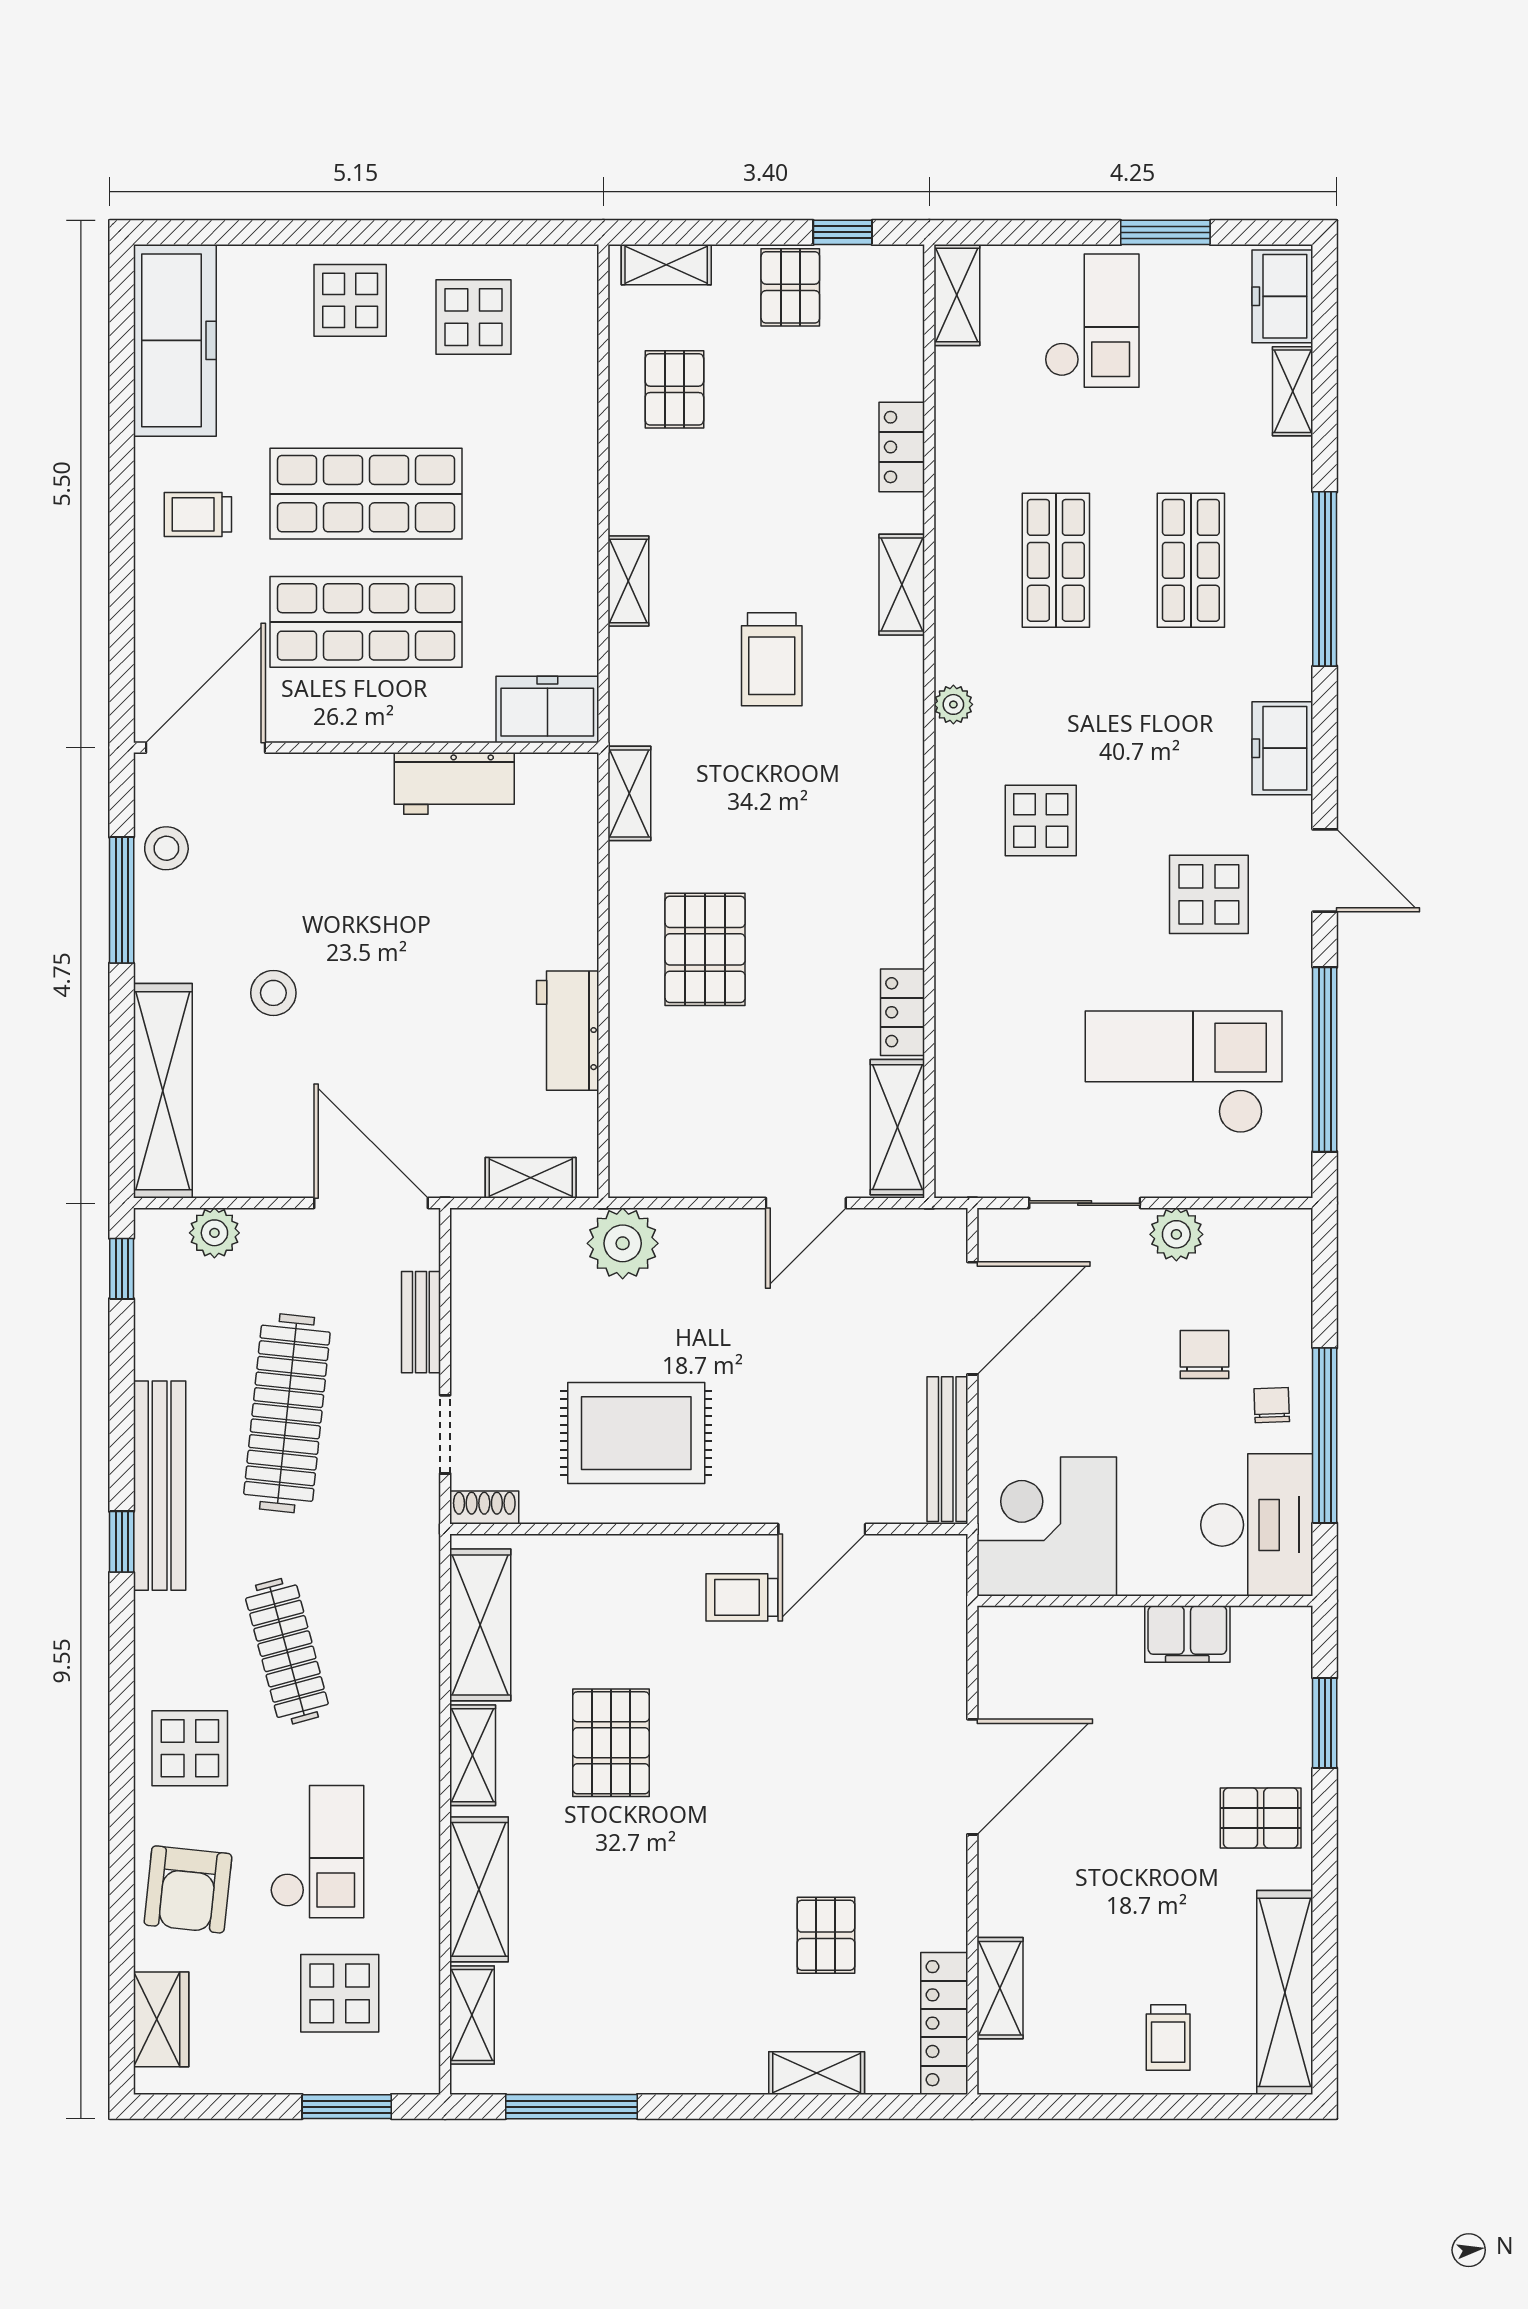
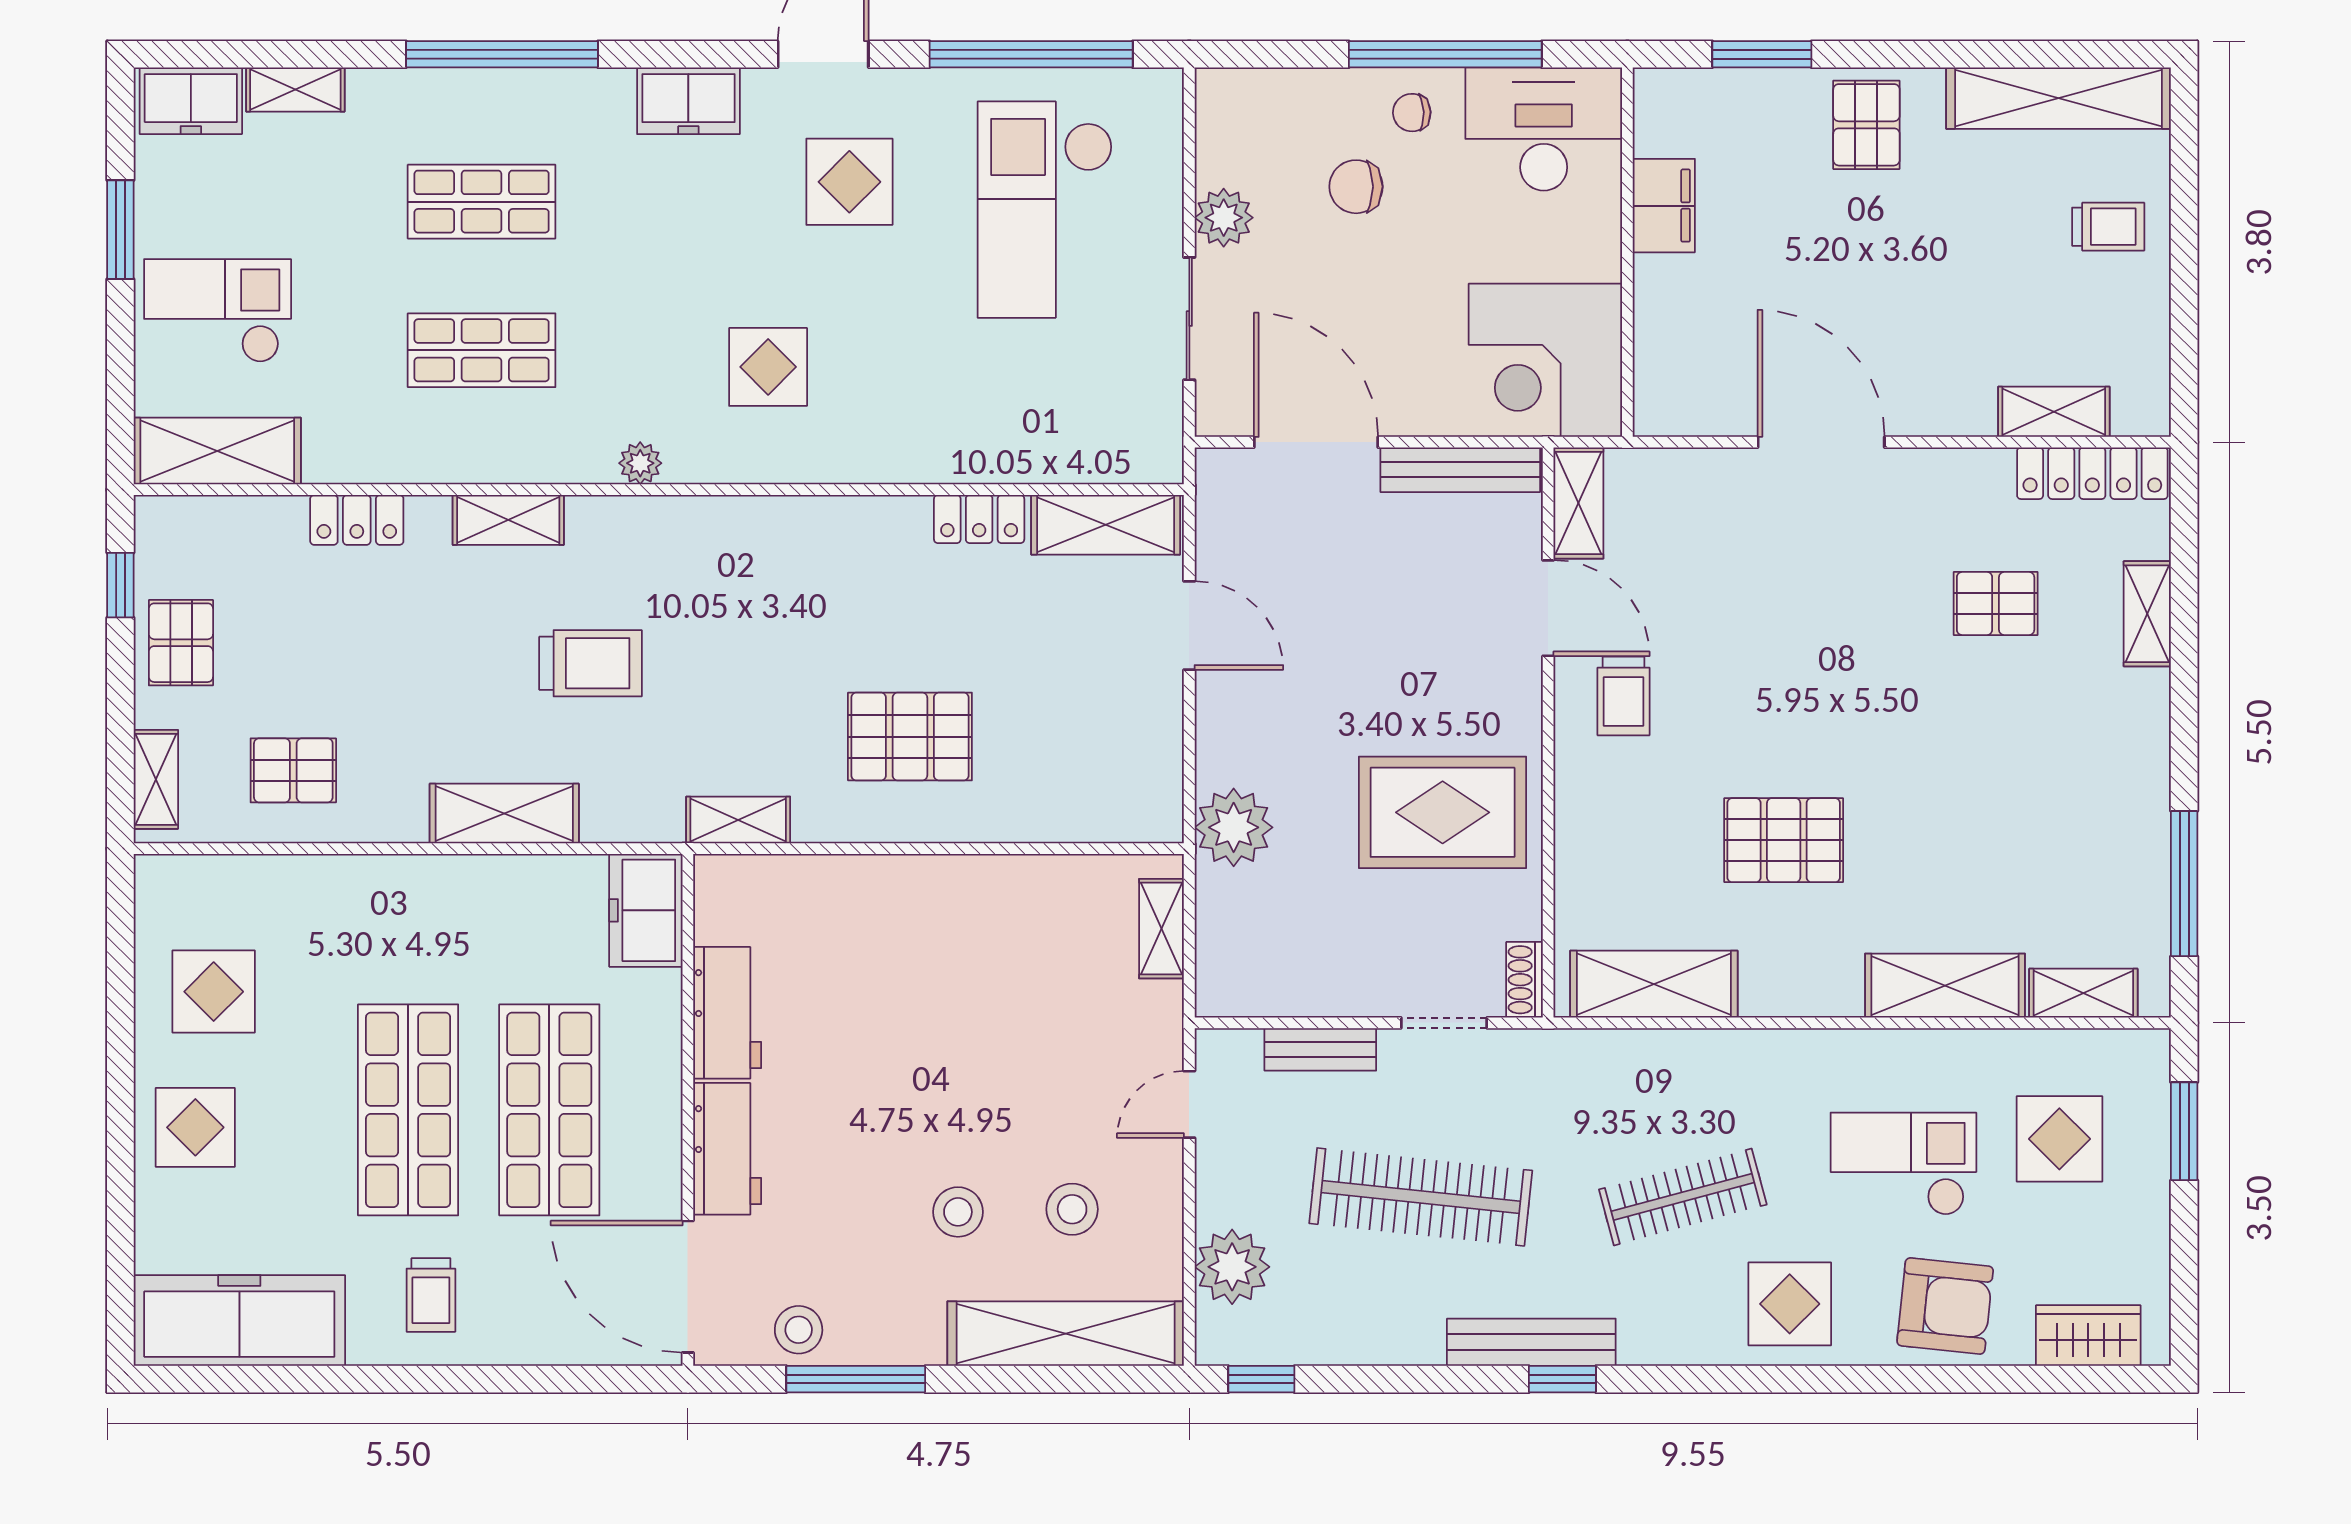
pallet: (790, 287) -> (181, 643), turned 90
shelving: (957, 295) -> (217, 451), width x1.50, depth x1.33
shelving: (628, 581) -> (504, 814), width x1.50, depth x1.33
workbench: (568, 1031) -> (727, 1149), moved, turned -90
stool: (276, 1097) -> (1072, 1209), added
door: (371, 1203) -> (1189, 1104), width x0.53
plant: (214, 1233) -> (1232, 1267), width x1.36, depth x1.36
rug: (636, 1433) -> (1443, 812), turned 90
bench: (160, 1486) -> (1531, 1342), width x0.73, depth x0.82
shelving: (473, 1755) -> (1578, 503), moved, turned 90

